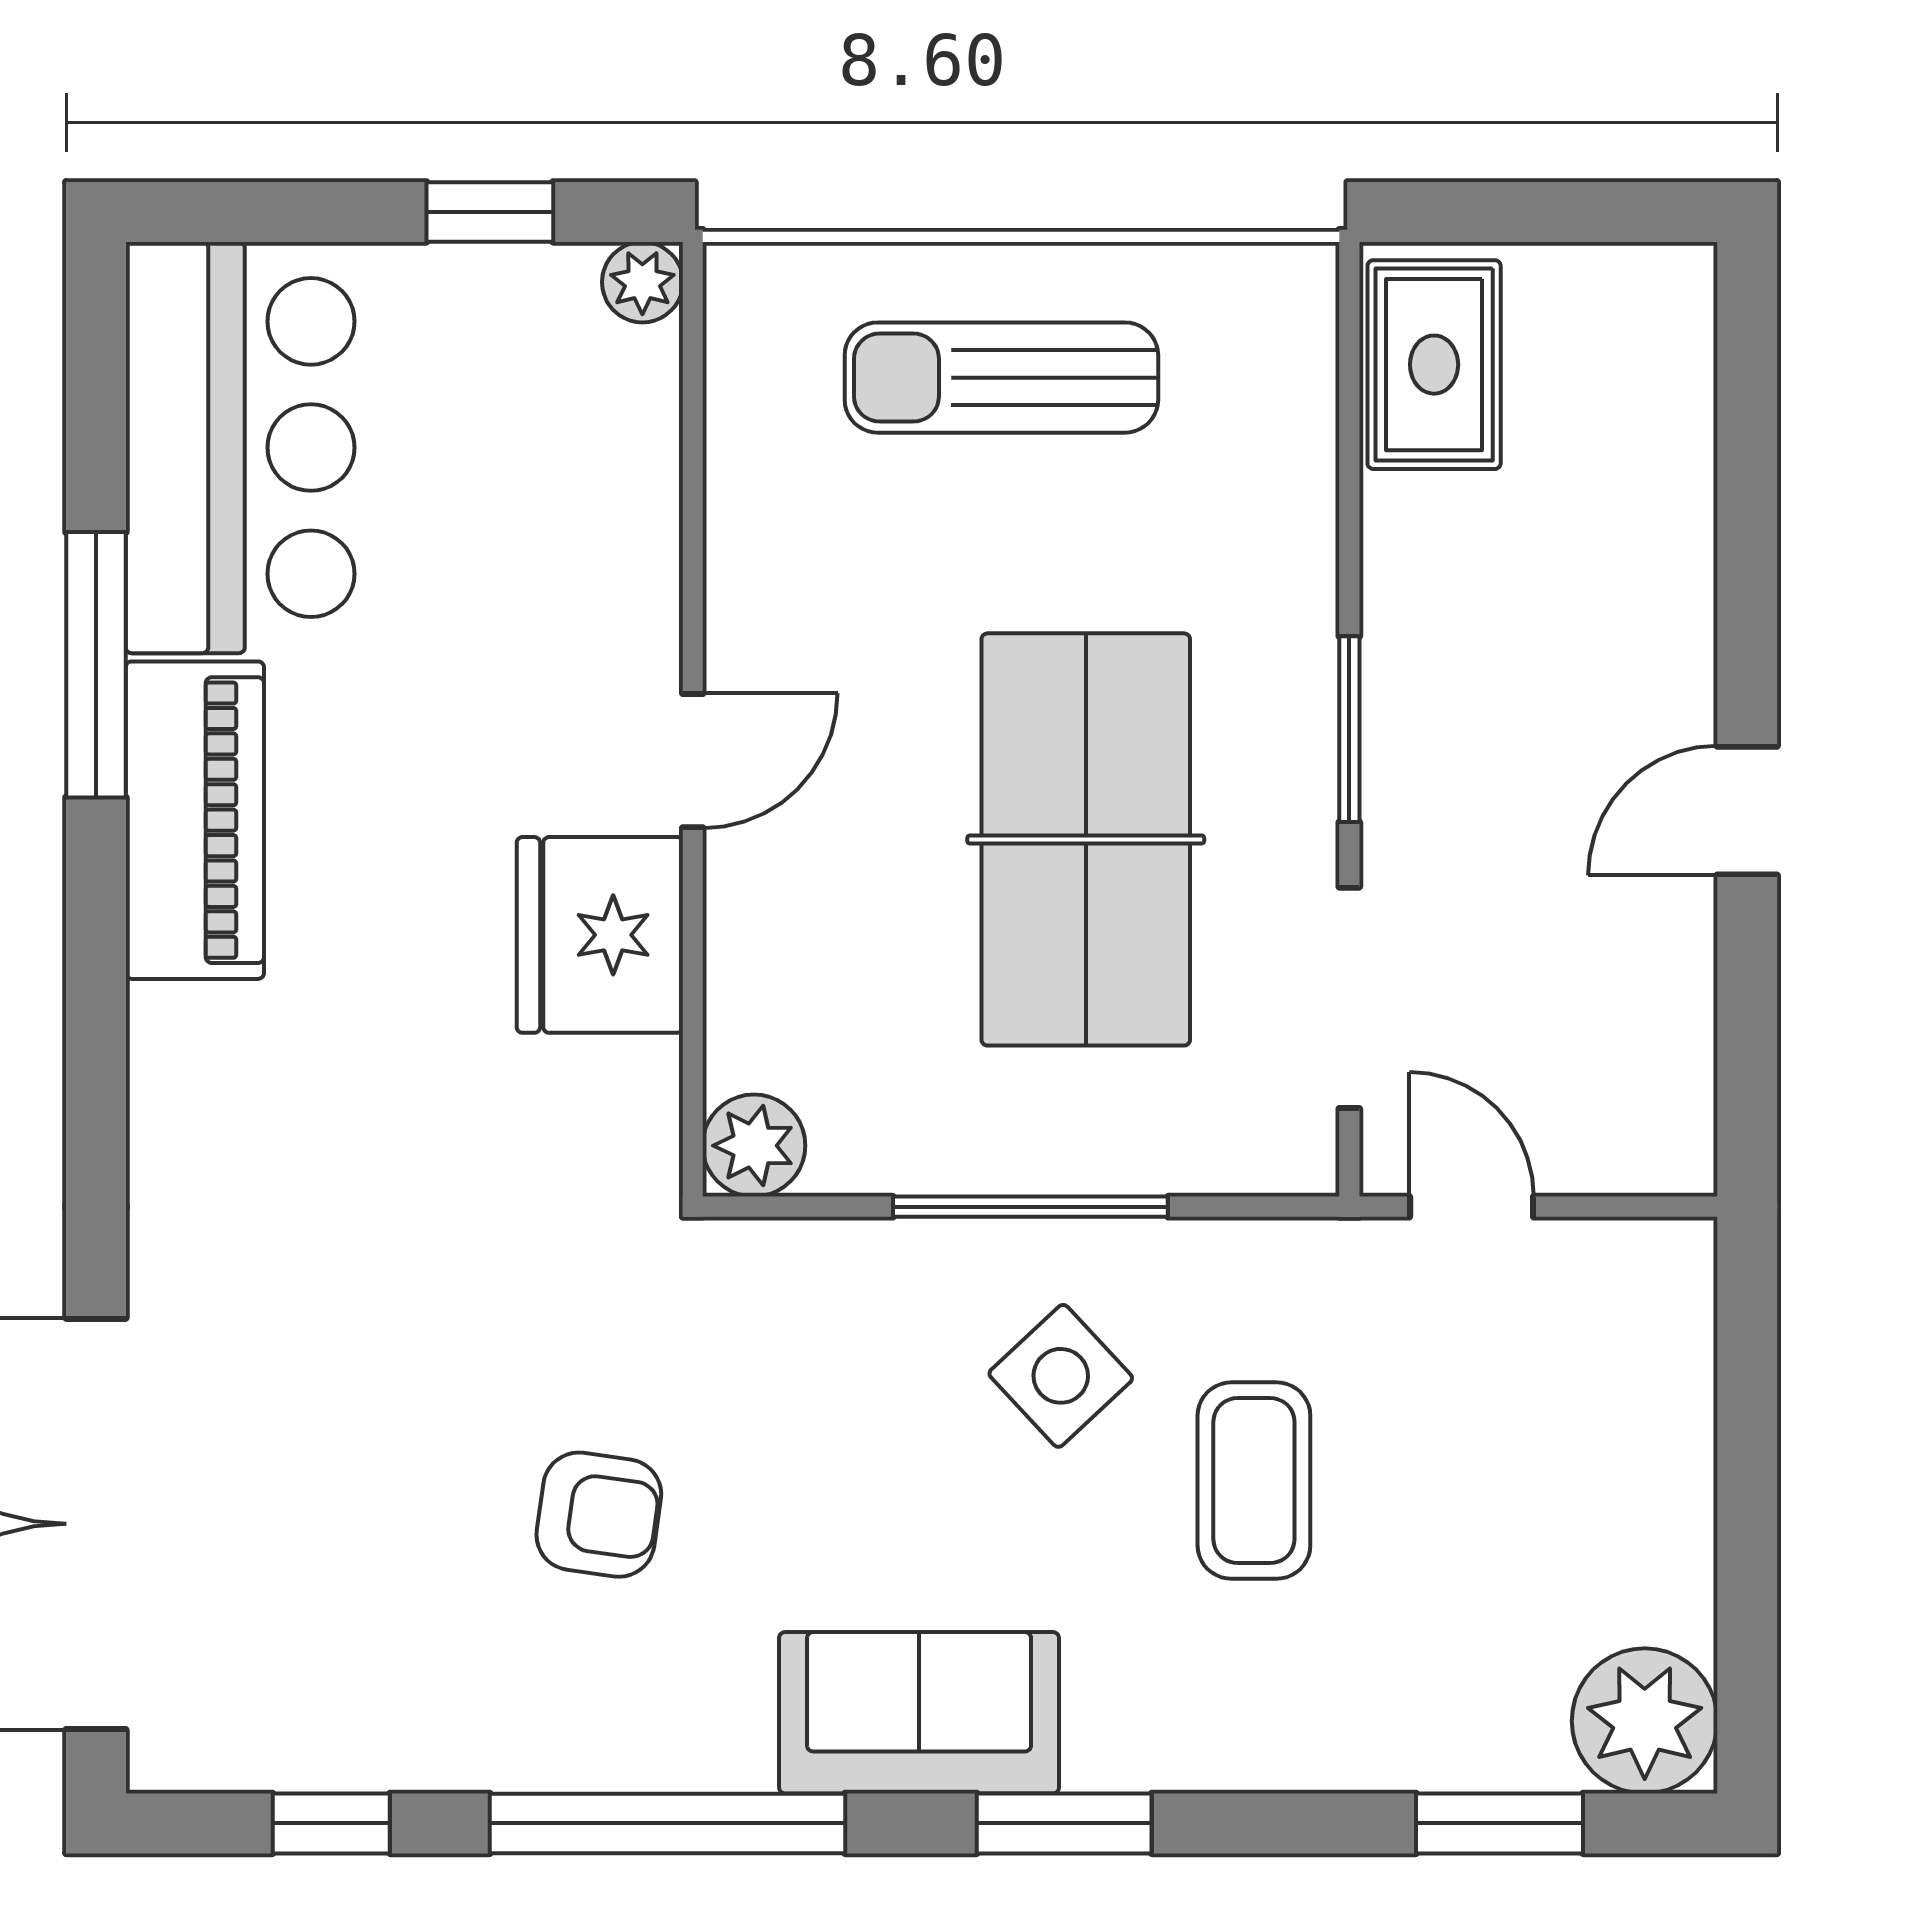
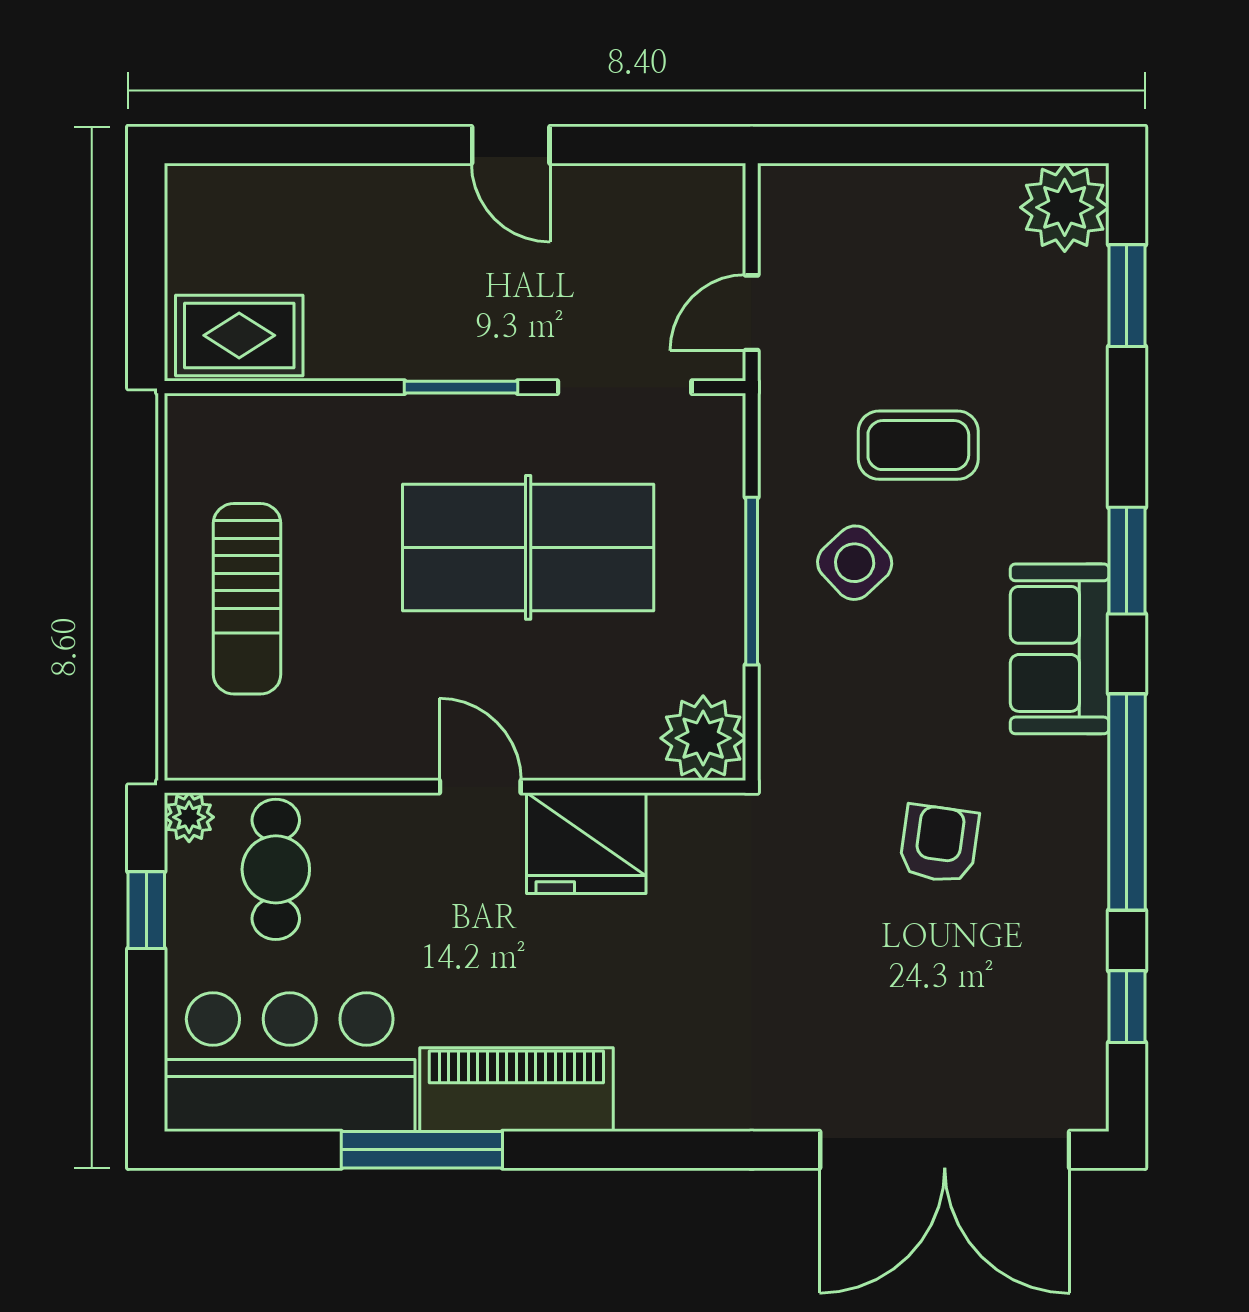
cafe table: (557, 425) -> (276, 869), added
plant: (754, 1146) -> (703, 738), width x1.36, depth x1.36

